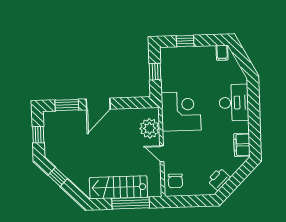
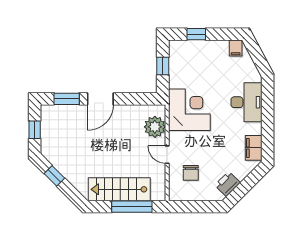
chair: (175, 181) -> (191, 173), moved

